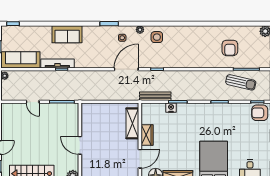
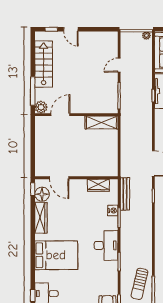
desk: (204, 114) -> (106, 245), added
shelving: (132, 123) -> (101, 122), moved
wardrobe: (147, 135) -> (98, 185), moved
door: (80, 145) -> (60, 115), moved

